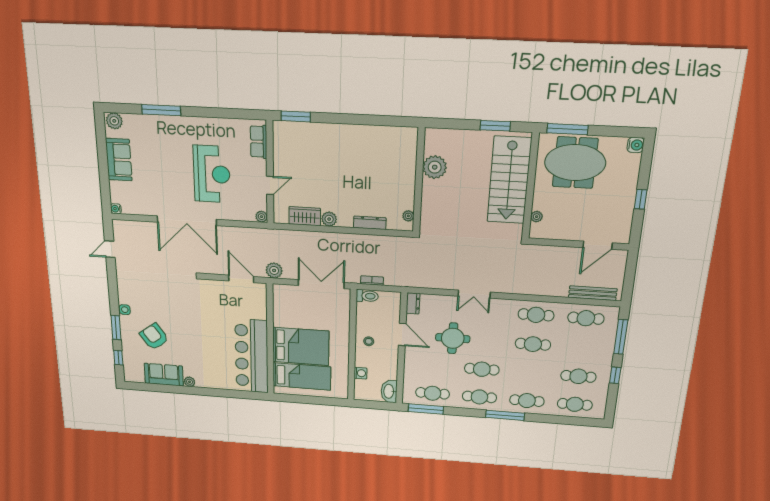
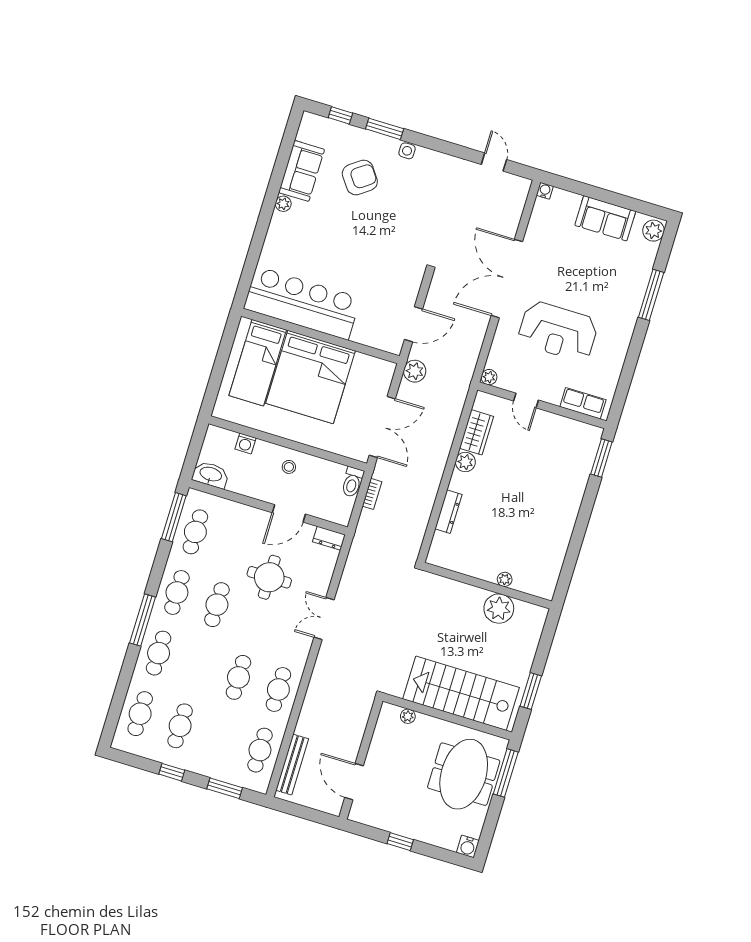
plant: (408, 216) -> (505, 579), moved
window: (621, 337) -> (225, 788), width x0.69
bed: (301, 346) -> (311, 377), width x1.36

